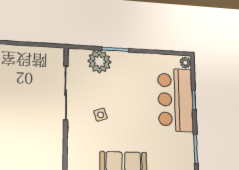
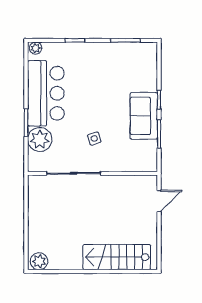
bar counter: (176, 100) -> (46, 93), moved, turned -90

